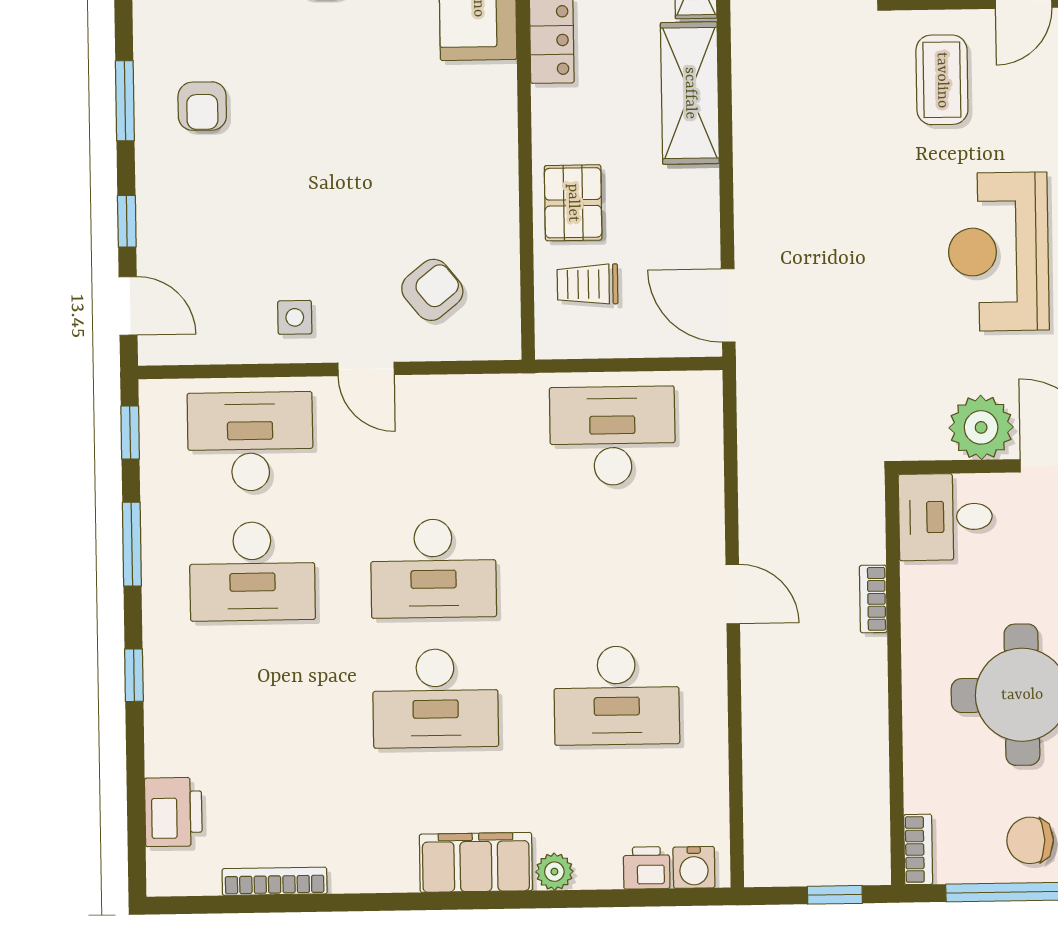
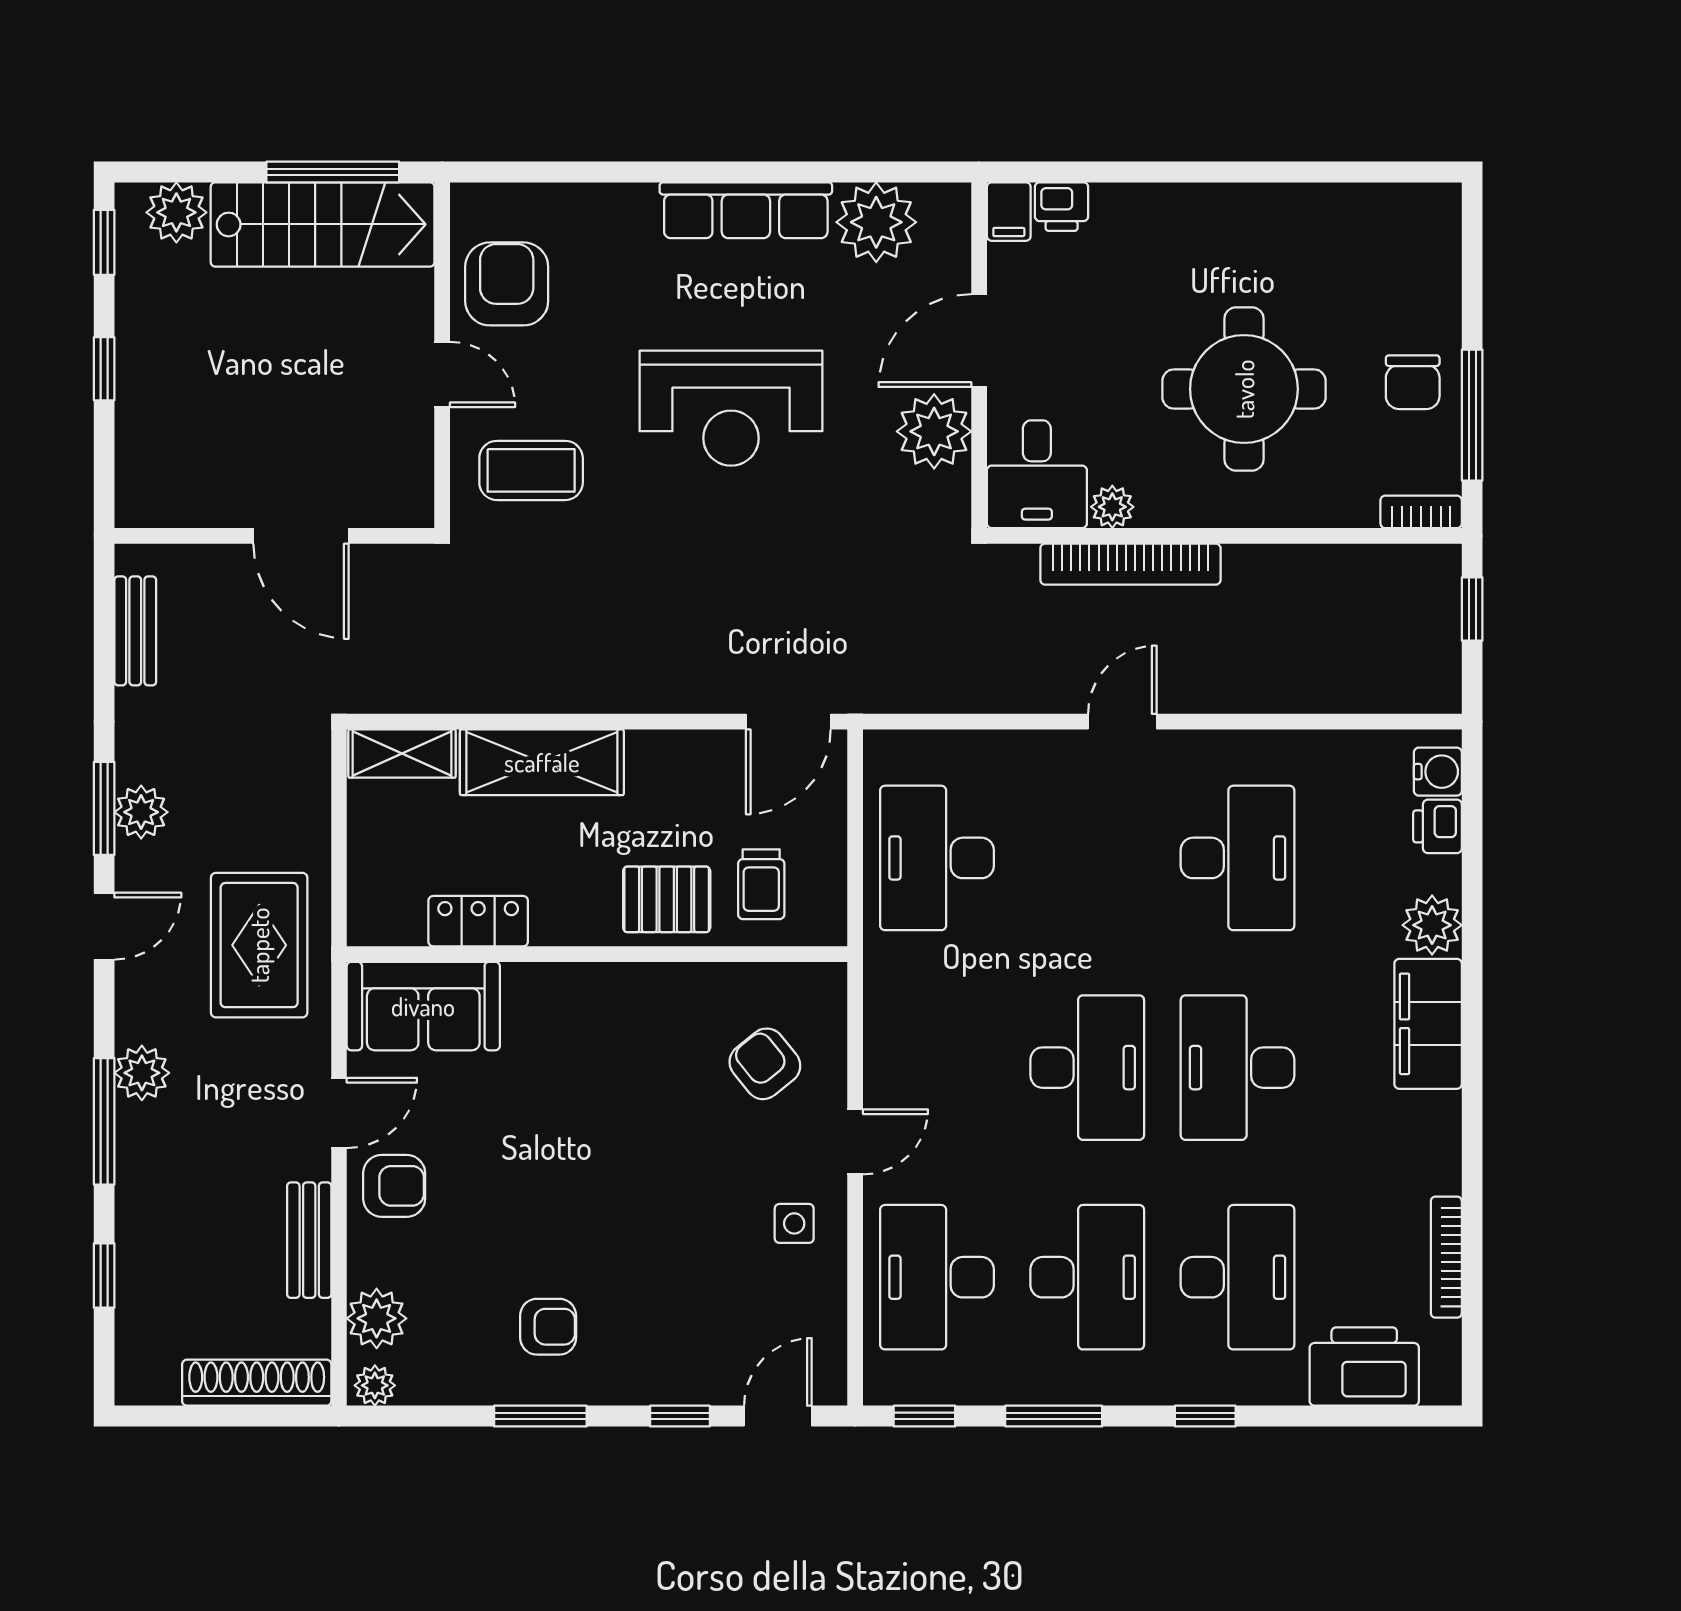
plant: (918, 583) -> (1112, 507), added
bookcase: (873, 599) -> (1130, 564), width x2.31, depth x1.31
desk: (435, 698) -> (1238, 1068), turned 180
desk: (254, 701) -> (1238, 1277), added
printer: (173, 812) -> (1364, 1367), width x1.37, depth x1.19
plant: (554, 872) -> (1432, 925), width x1.38, depth x1.38

